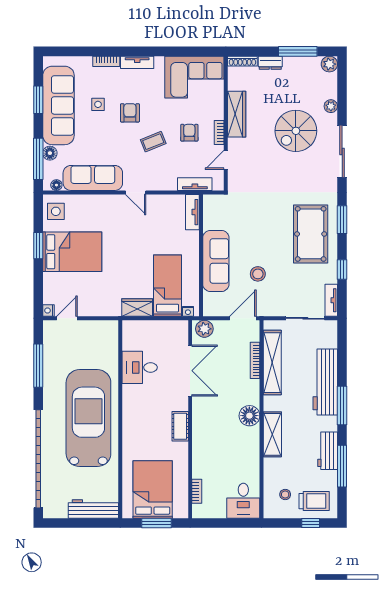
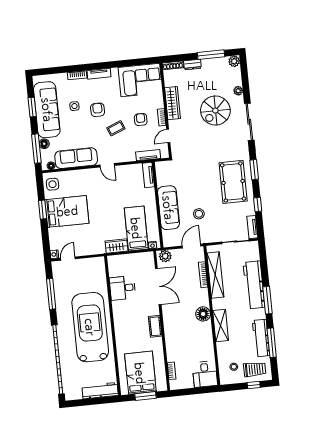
workbench: (328, 451) -> (261, 338), width x1.38

